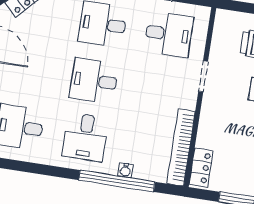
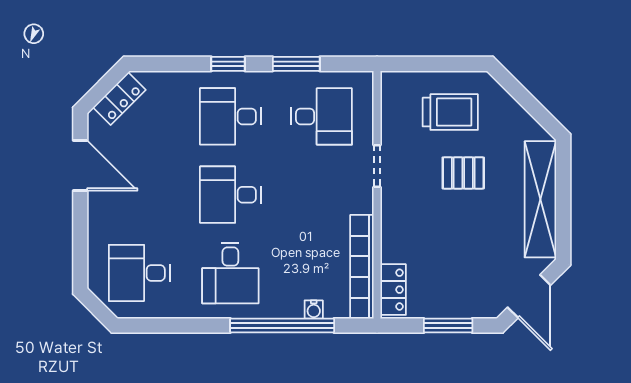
water cooler: (125, 170) -> (314, 309), moved

